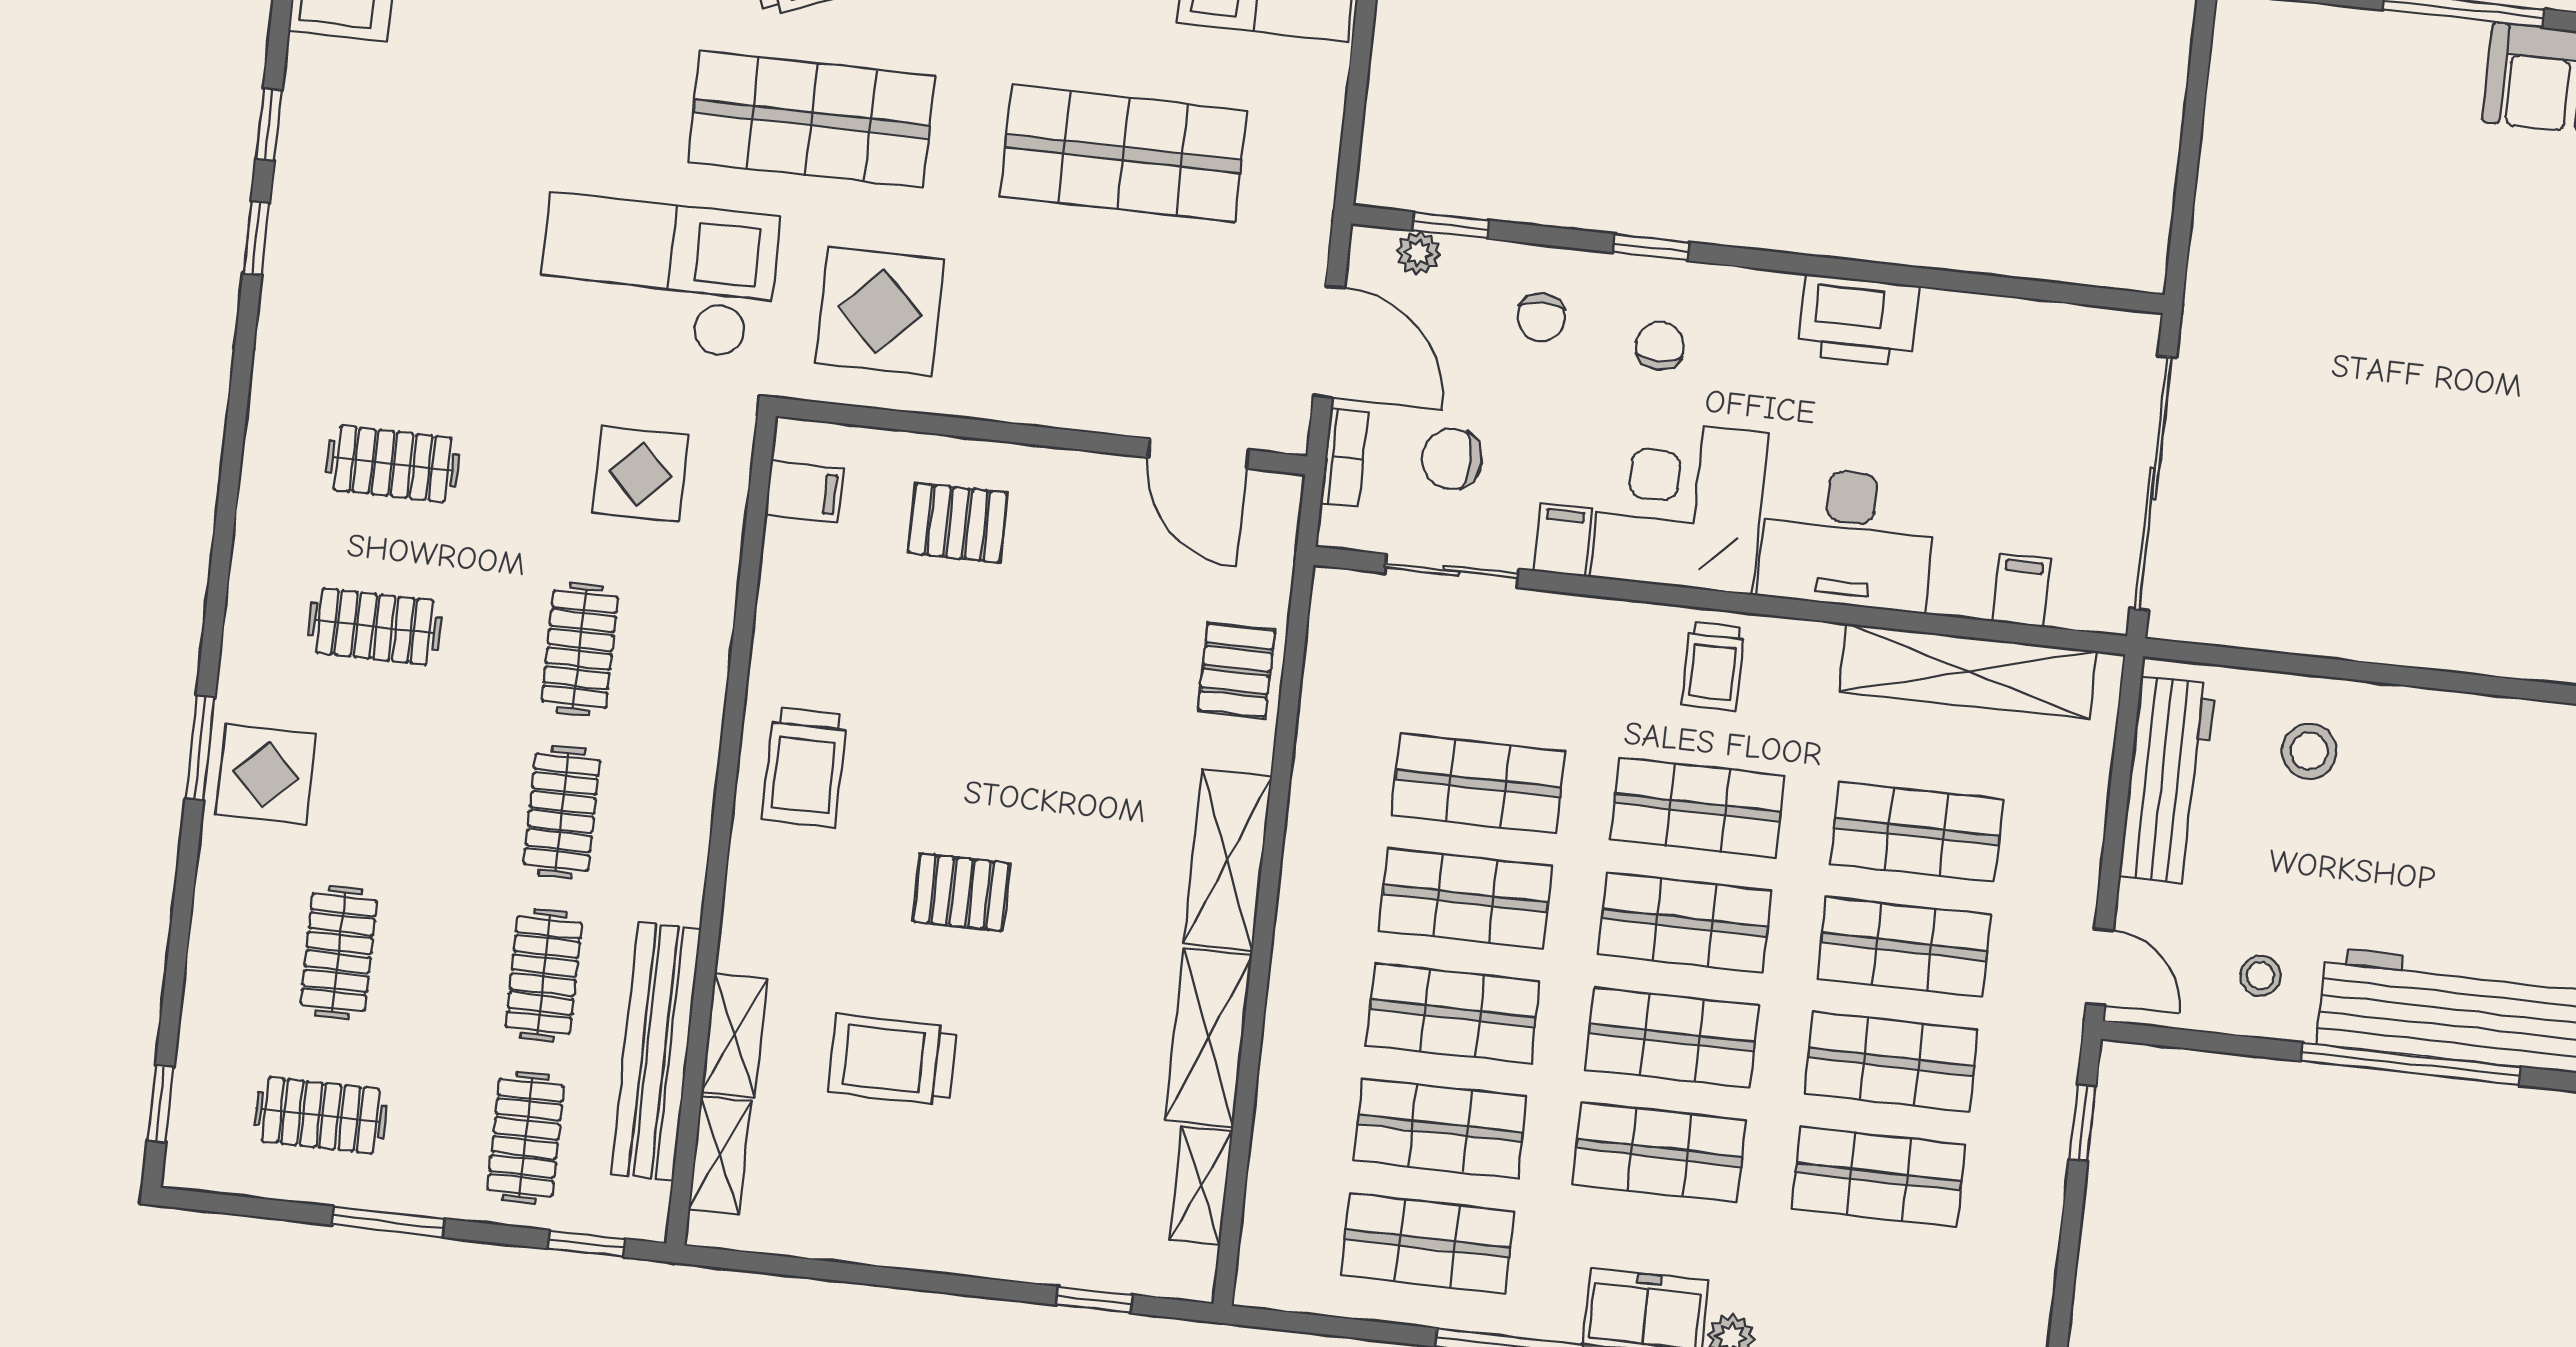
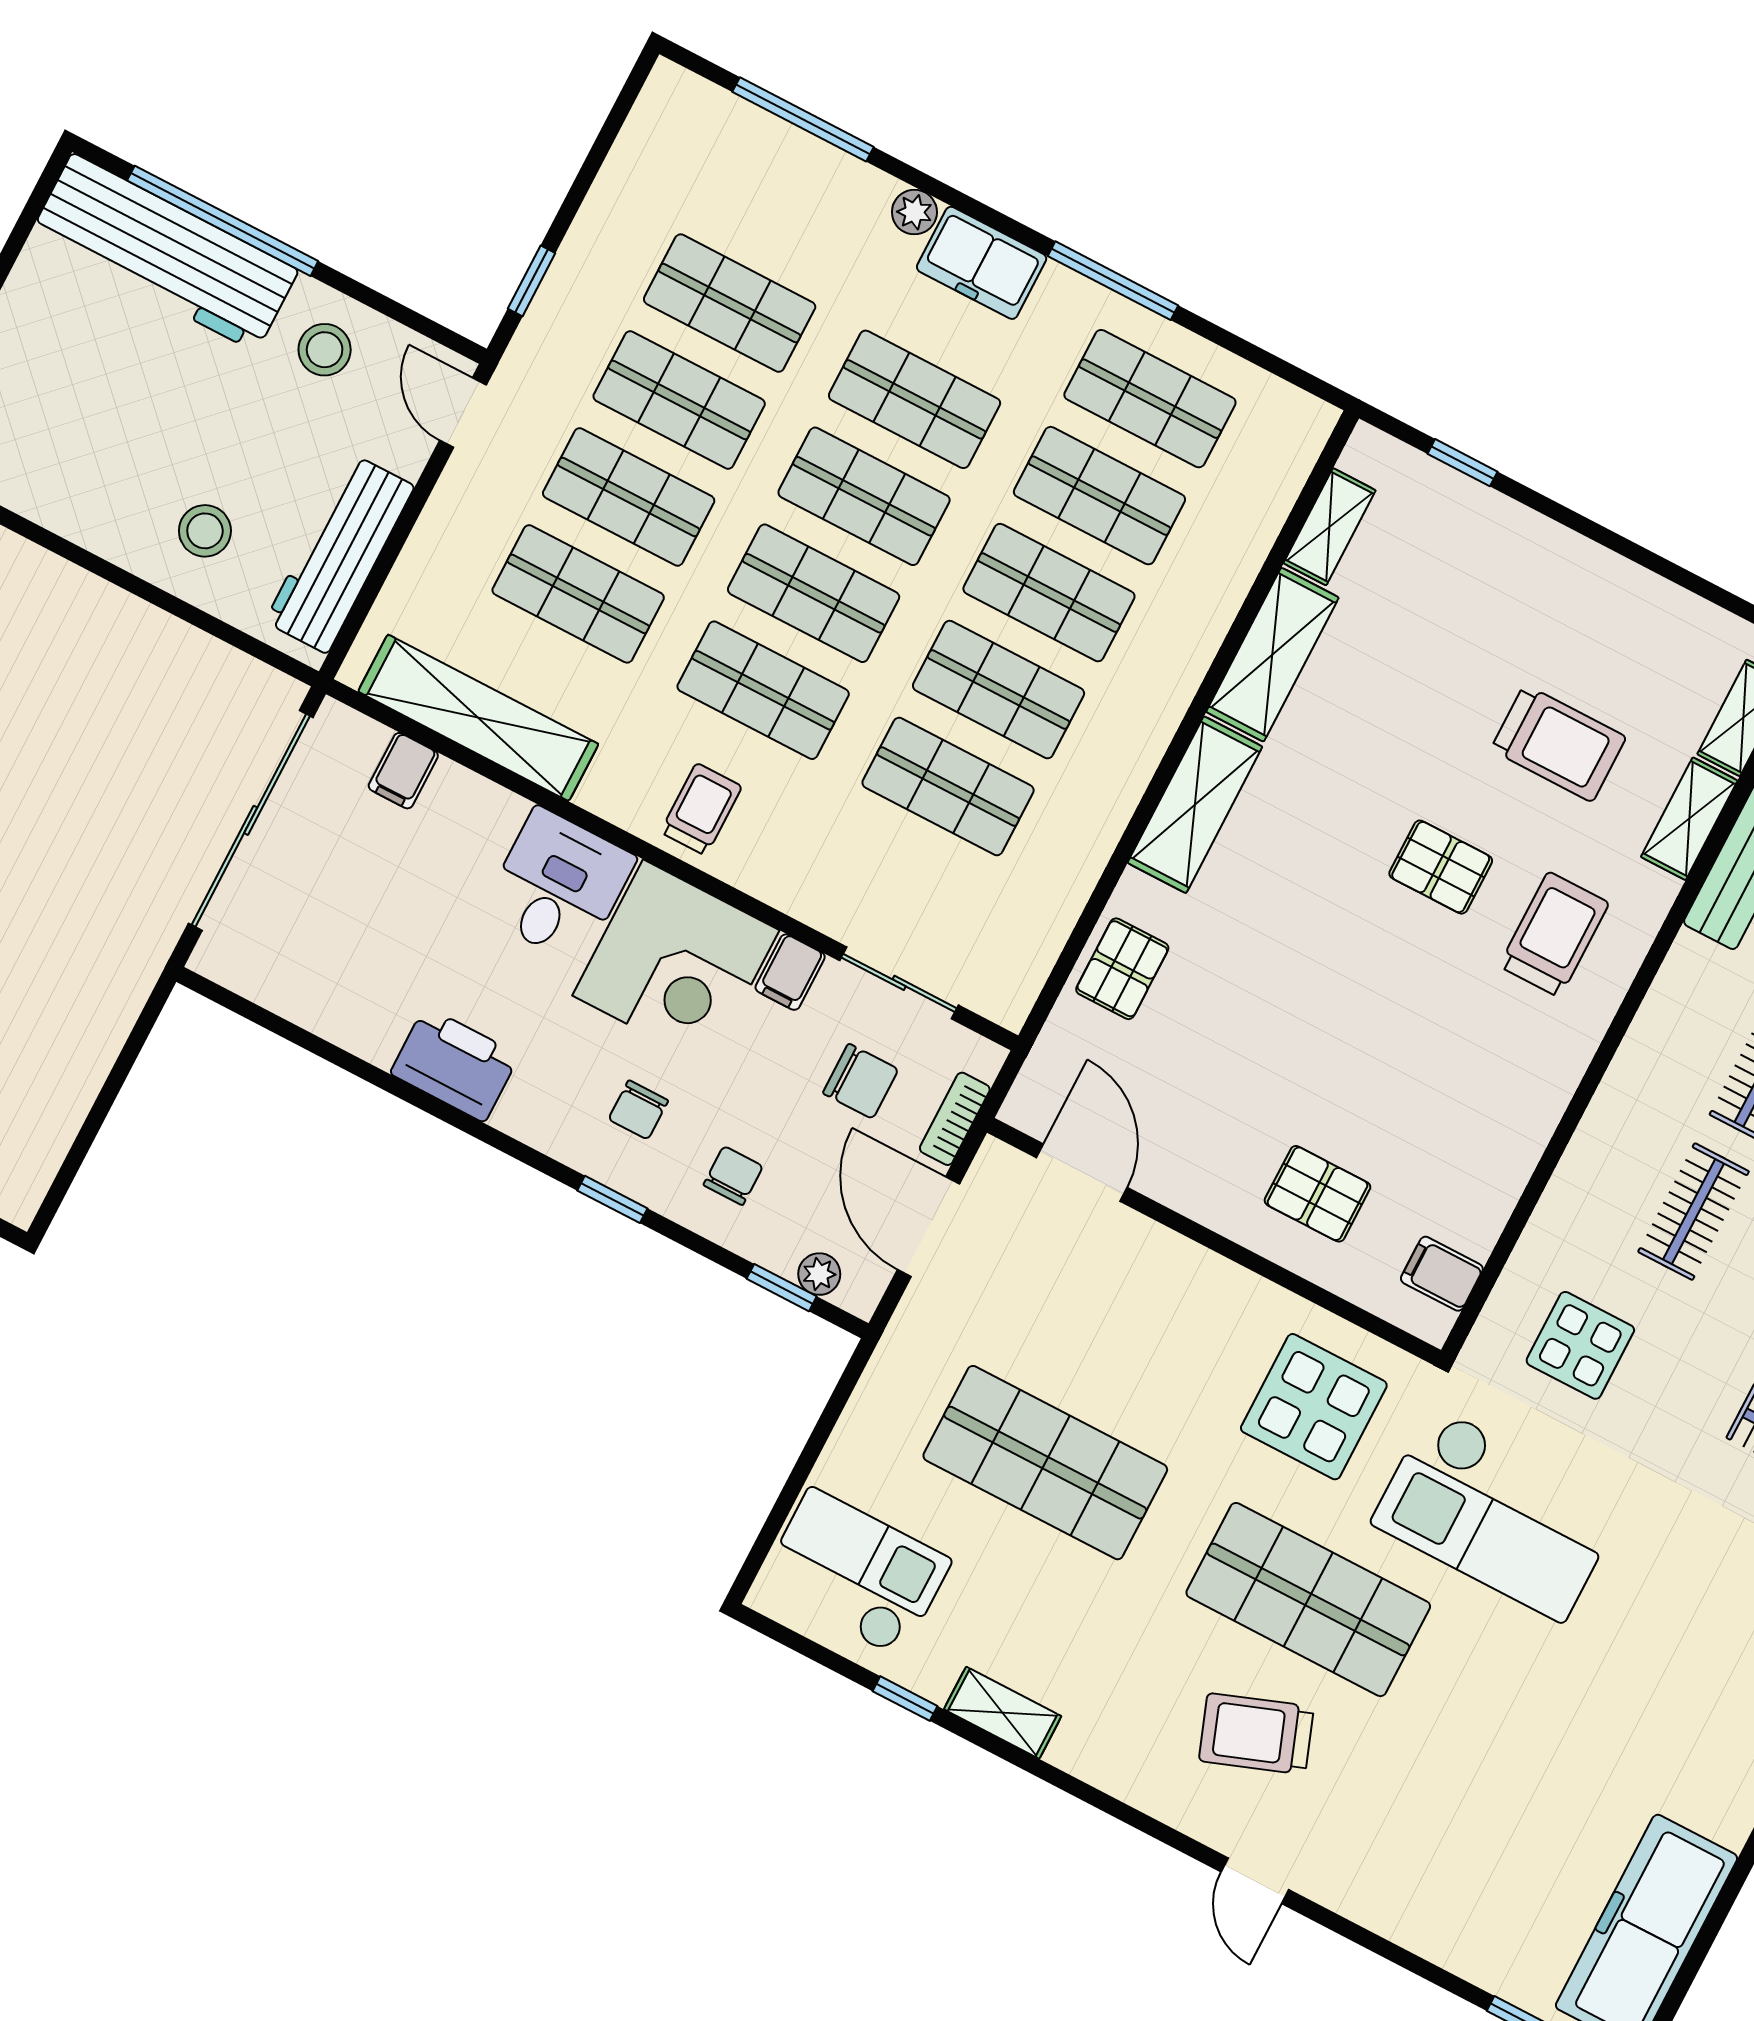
desk: (1847, 539) -> (558, 886), width x0.73
trolley: (804, 767) -> (1554, 934), moved
stool: (2260, 976) -> (325, 350), width x1.37, depth x1.37

